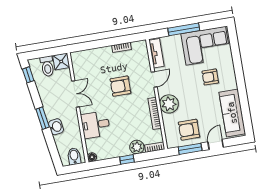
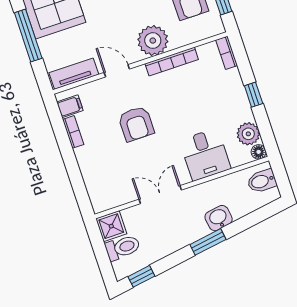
filing cabinet: (137, 48) -> (70, 106), added
plant: (137, 147) -> (248, 134), moved

